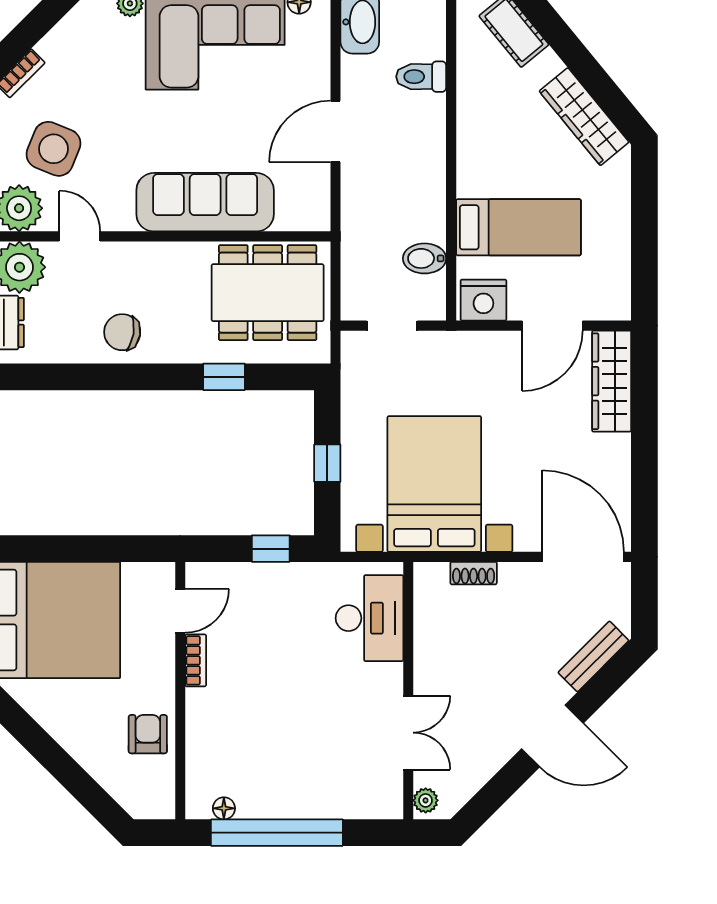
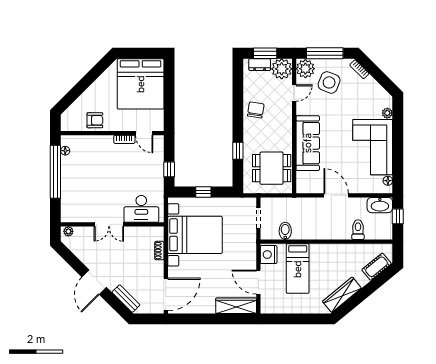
dining table: (268, 293) -> (272, 168), width x0.73
double door: (408, 733) -> (109, 224), moved

